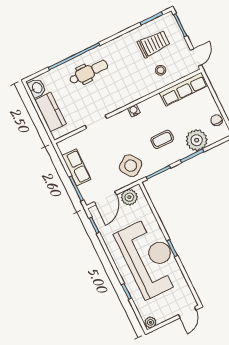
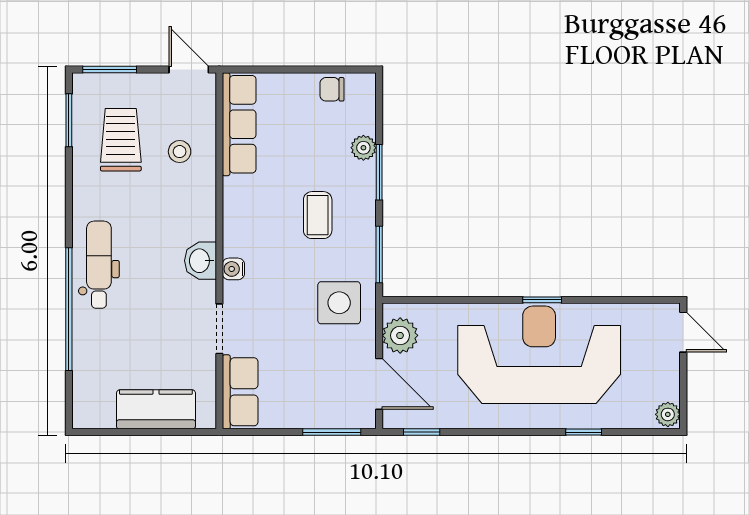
dental chair: (89, 72) -> (99, 265), moved
washbasin: (37, 88) -> (200, 261), moved, turned -90
water cooler: (134, 111) -> (233, 269), moved
plant: (197, 140) -> (363, 148), width x0.53, depth x0.53
side table: (131, 166) -> (339, 303), turned 36
row of seats: (77, 167) -> (240, 392), moved, turned 90

